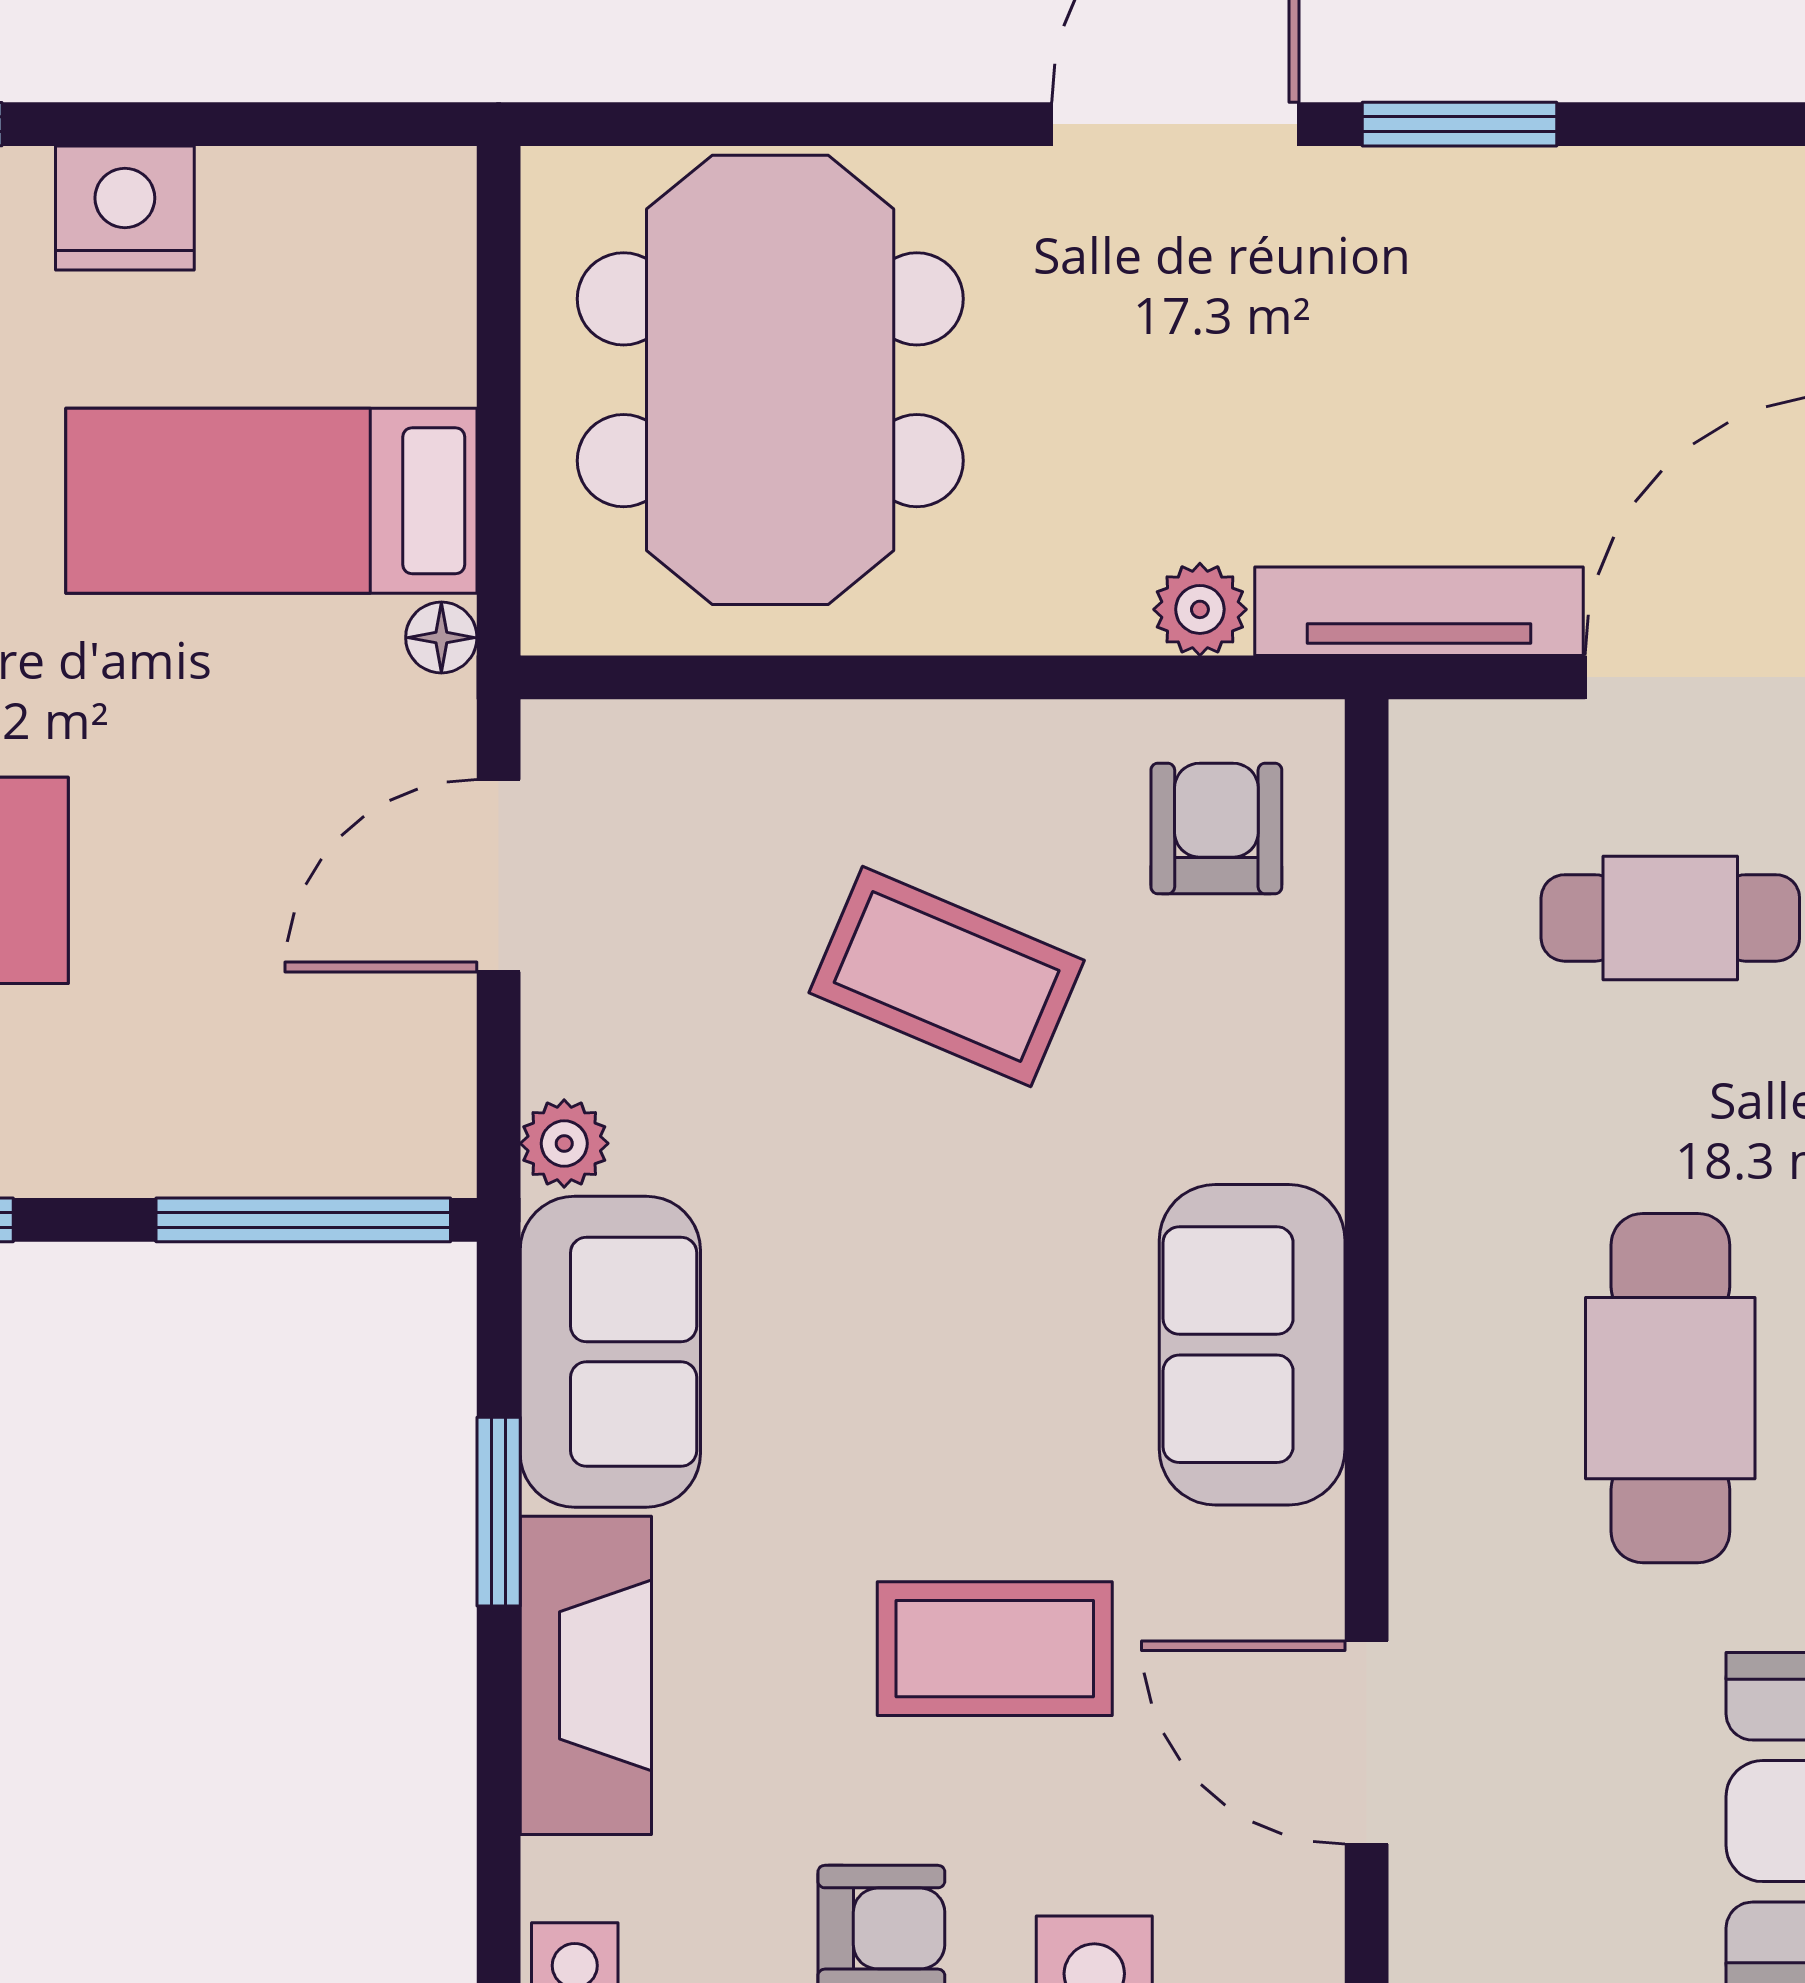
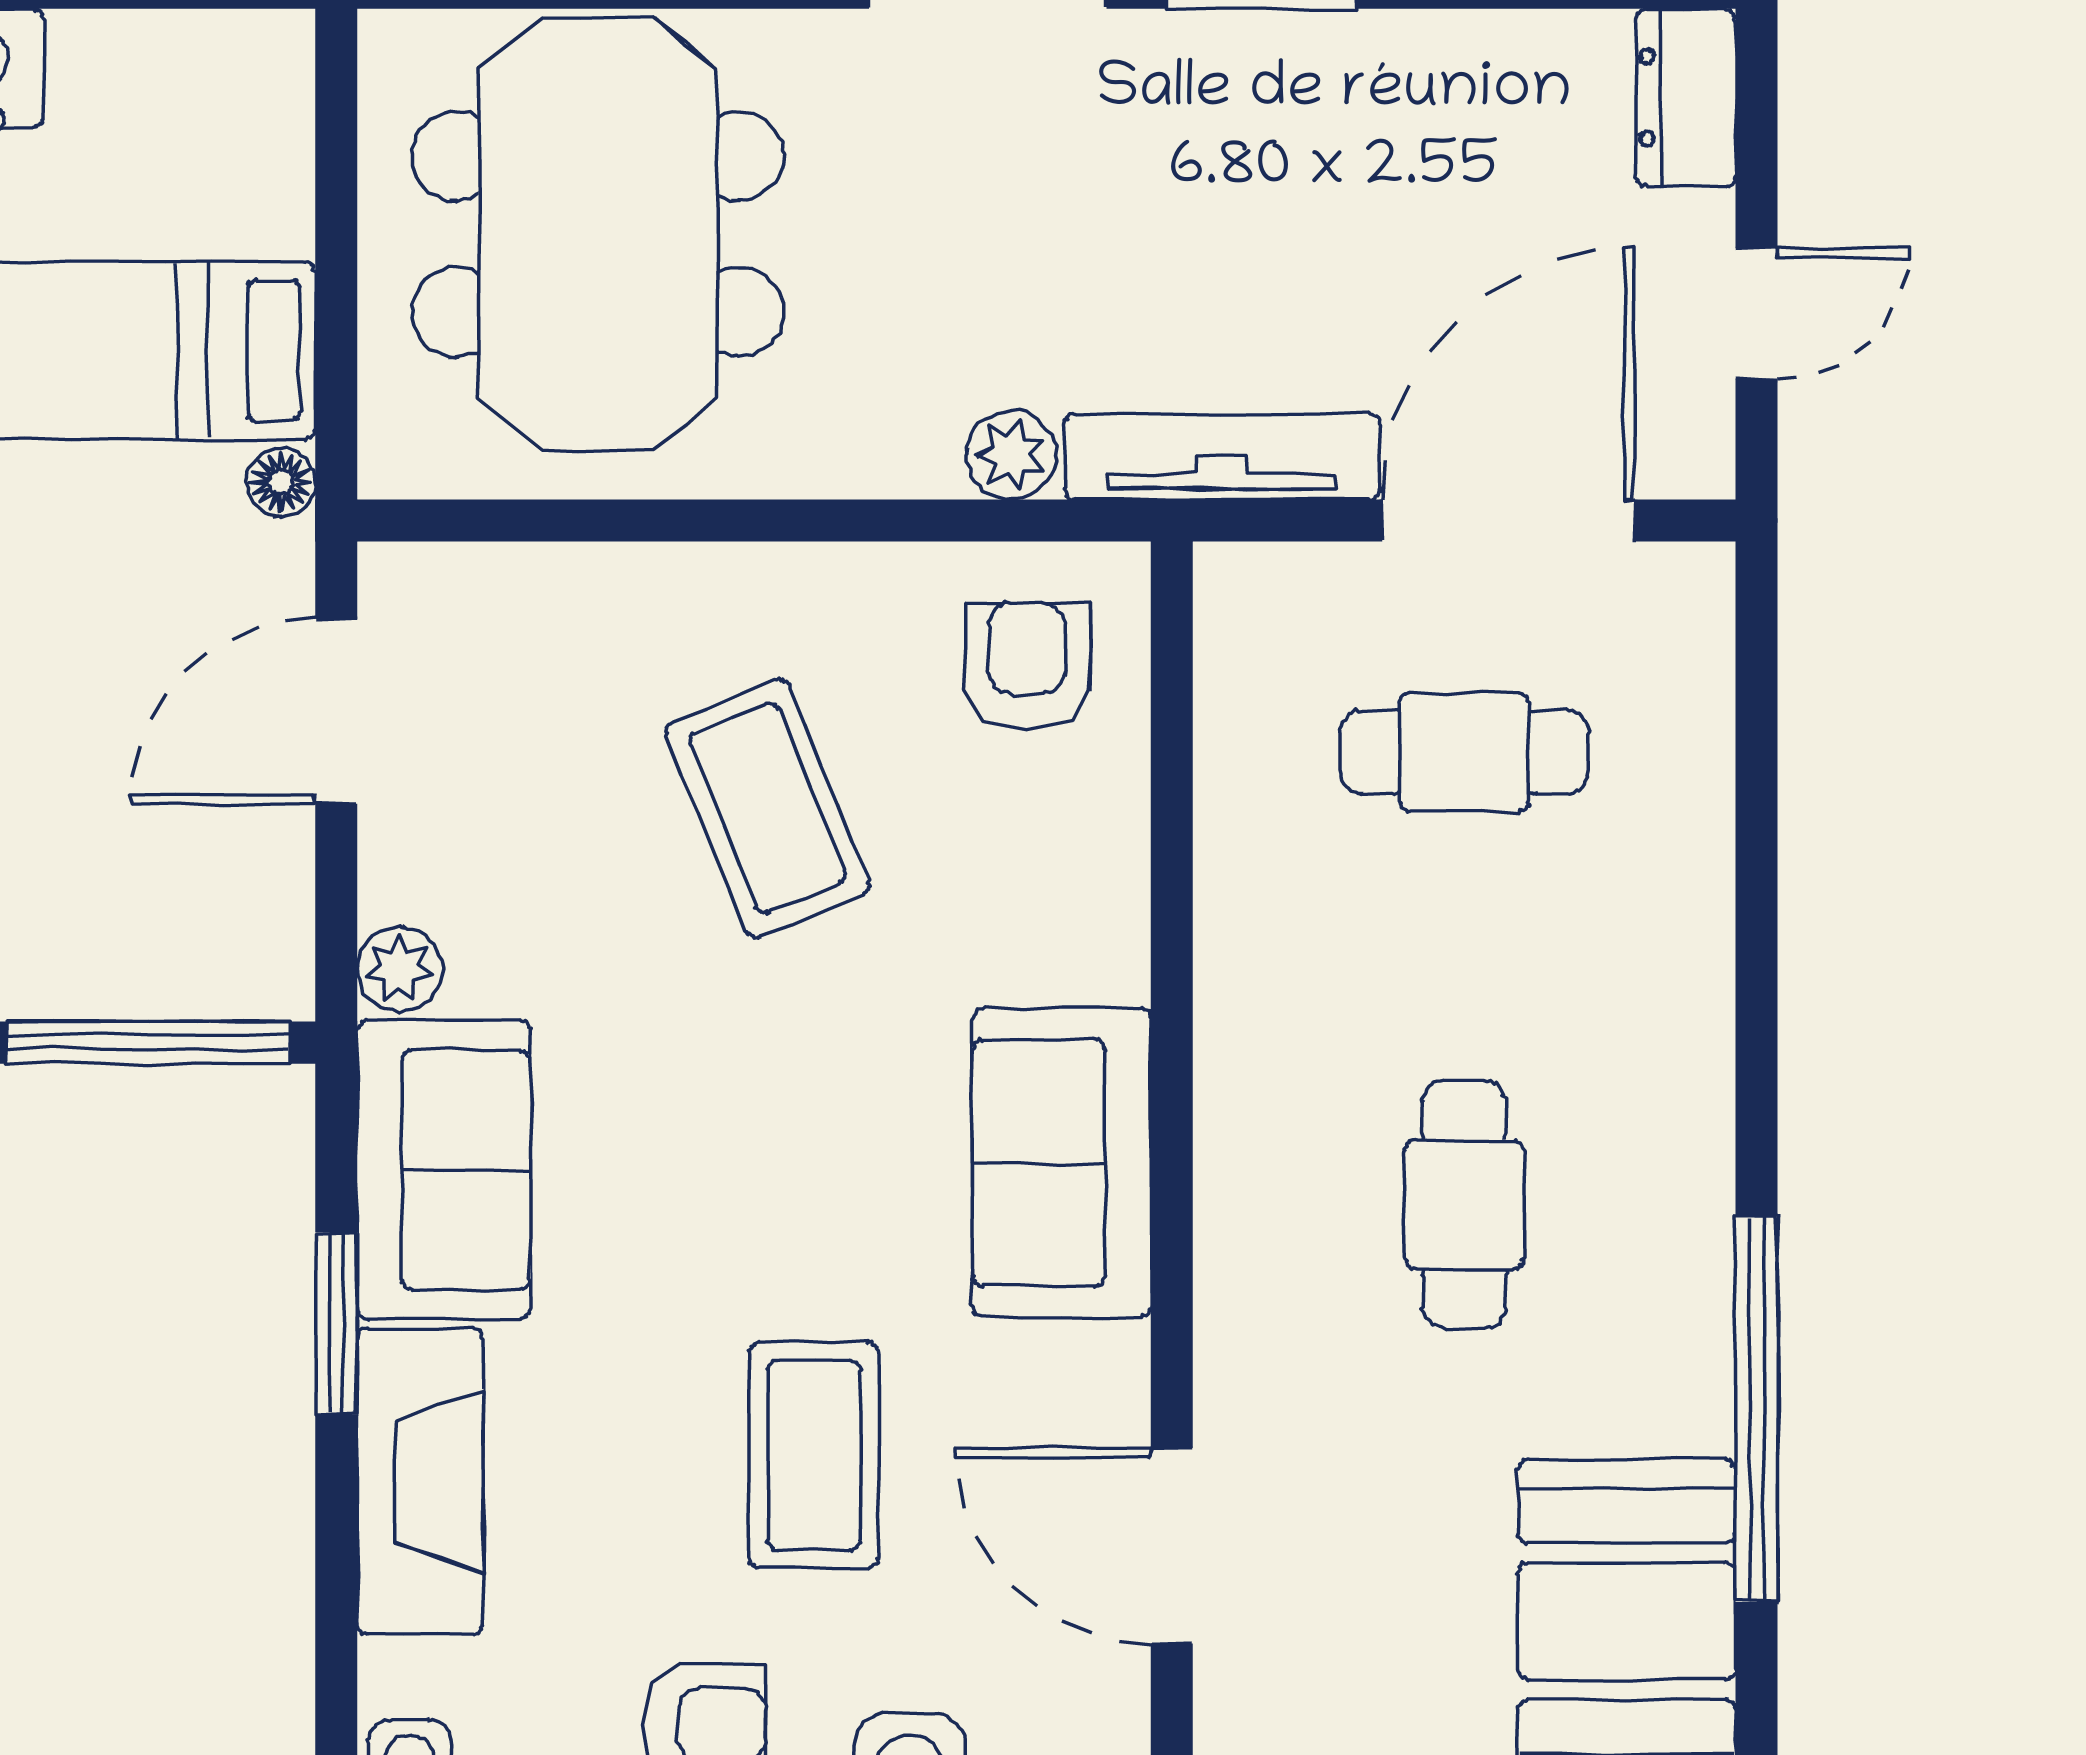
coffee table: (947, 976) -> (768, 808), turned 45
cafe table: (1670, 1388) -> (1464, 1205), width x0.73, depth x0.74
coffee table: (995, 1649) -> (814, 1455), turned 90

